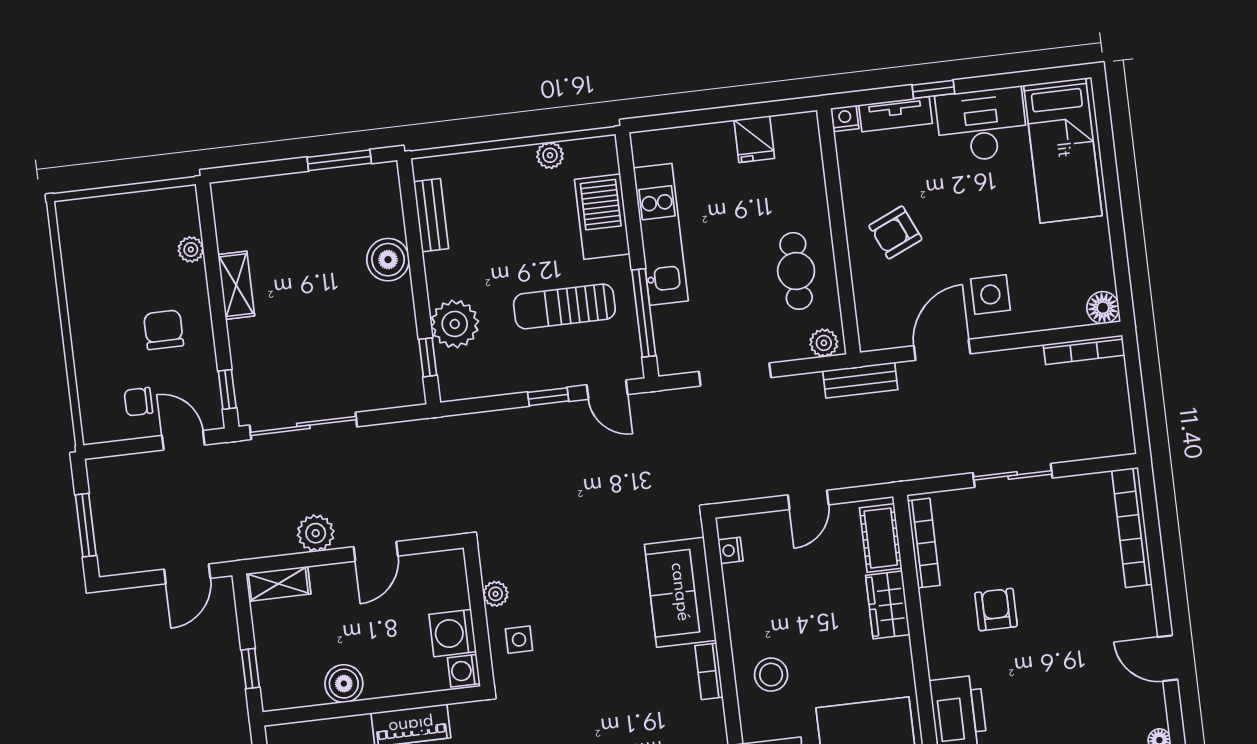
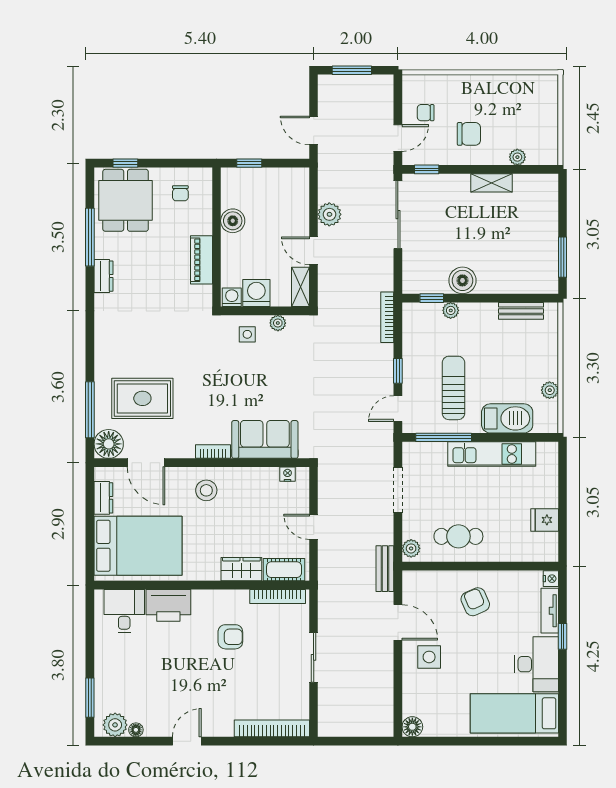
boiler: (388, 260) -> (462, 280), moved
plant: (455, 324) -> (451, 310), width x0.53, depth x0.53
bookcase: (1084, 350) -> (387, 317), moved
chair: (138, 402) -> (426, 113), turned -90
shelving: (278, 584) -> (300, 287), moved

